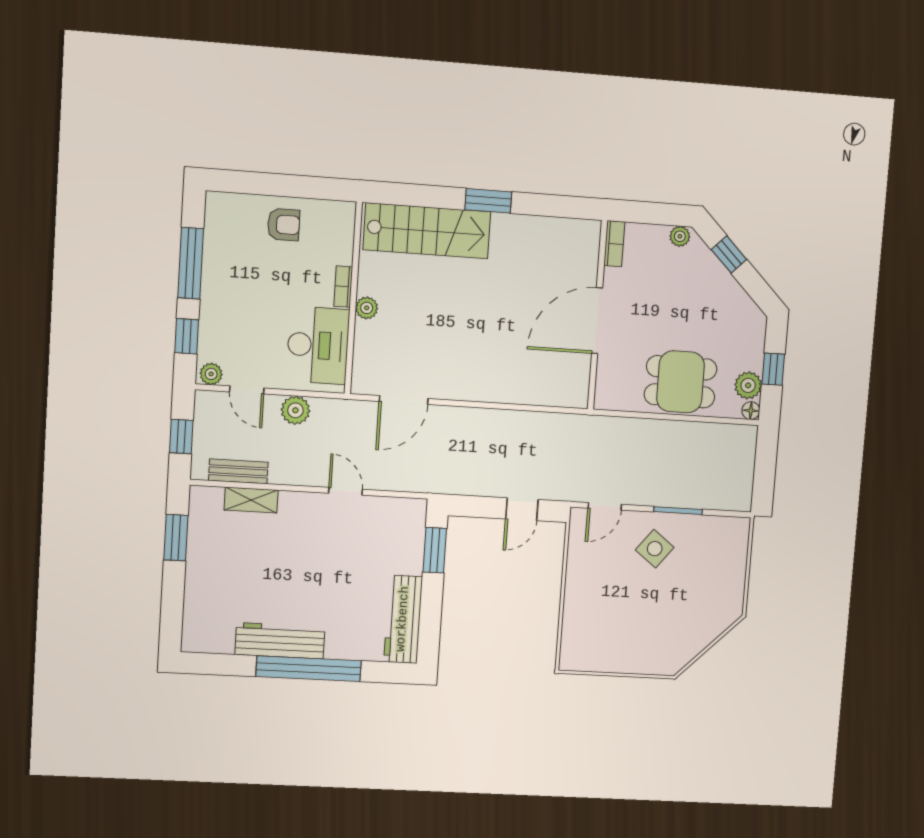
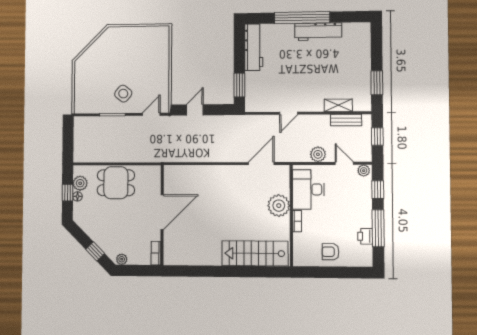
window: (488, 201) -> (224, 271), removed
printer: (216, 249) -> (365, 236), added
plant: (367, 308) -> (279, 206), width x1.87, depth x1.87
floor lamp: (751, 411) -> (77, 196), moved
door: (346, 491) -> (289, 113), hinge flipped

